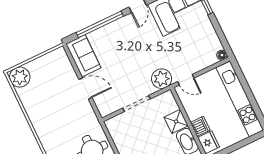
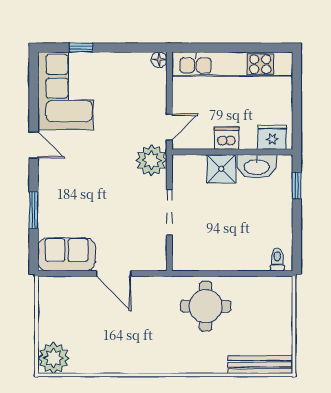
window: (100, 24) -> (34, 210), width x0.47
door: (85, 88) -> (114, 274), swing flipped
dishwasher: (200, 126) -> (227, 138), moved

